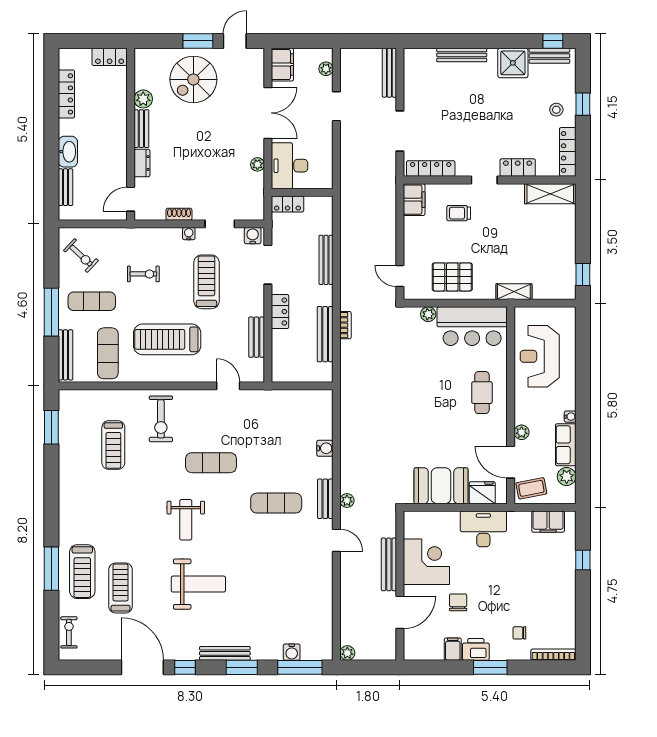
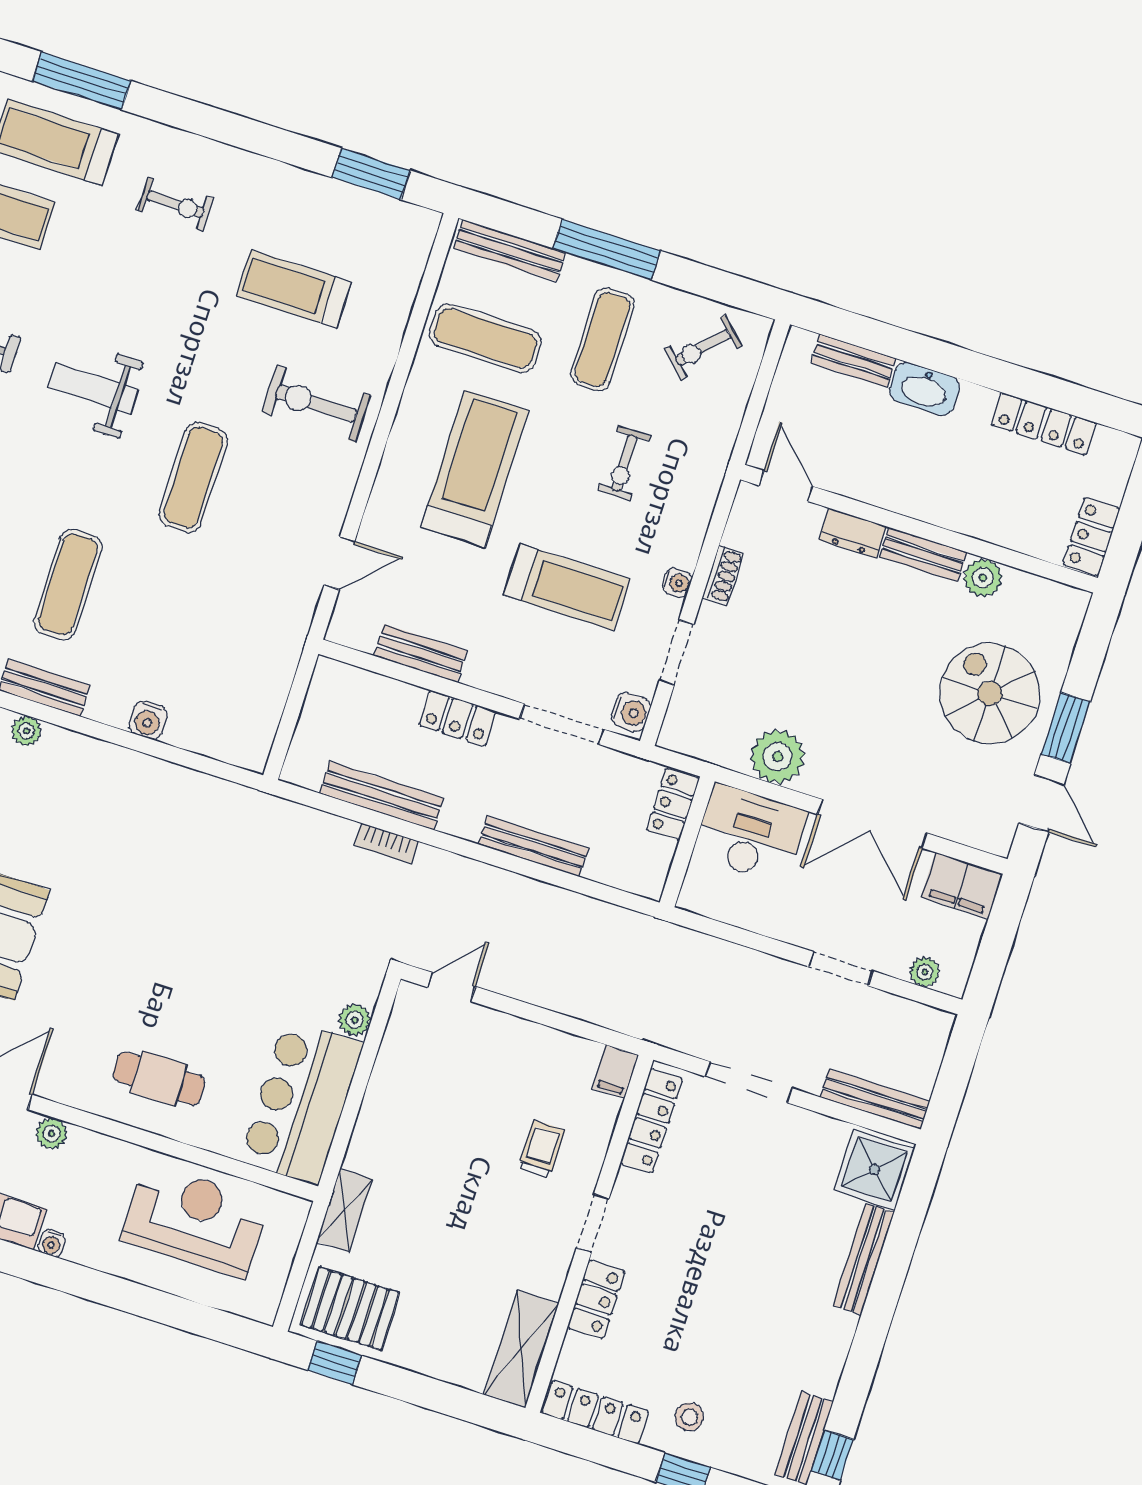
shower: (513, 63) -> (874, 1169), moved
plant: (257, 164) -> (778, 757), width x1.88, depth x1.88
filing cabinet: (414, 200) -> (615, 1072), width x0.50
pallet: (452, 277) -> (350, 1309), moved, turned 90
exercise bike: (93, 509) -> (175, 204), added

